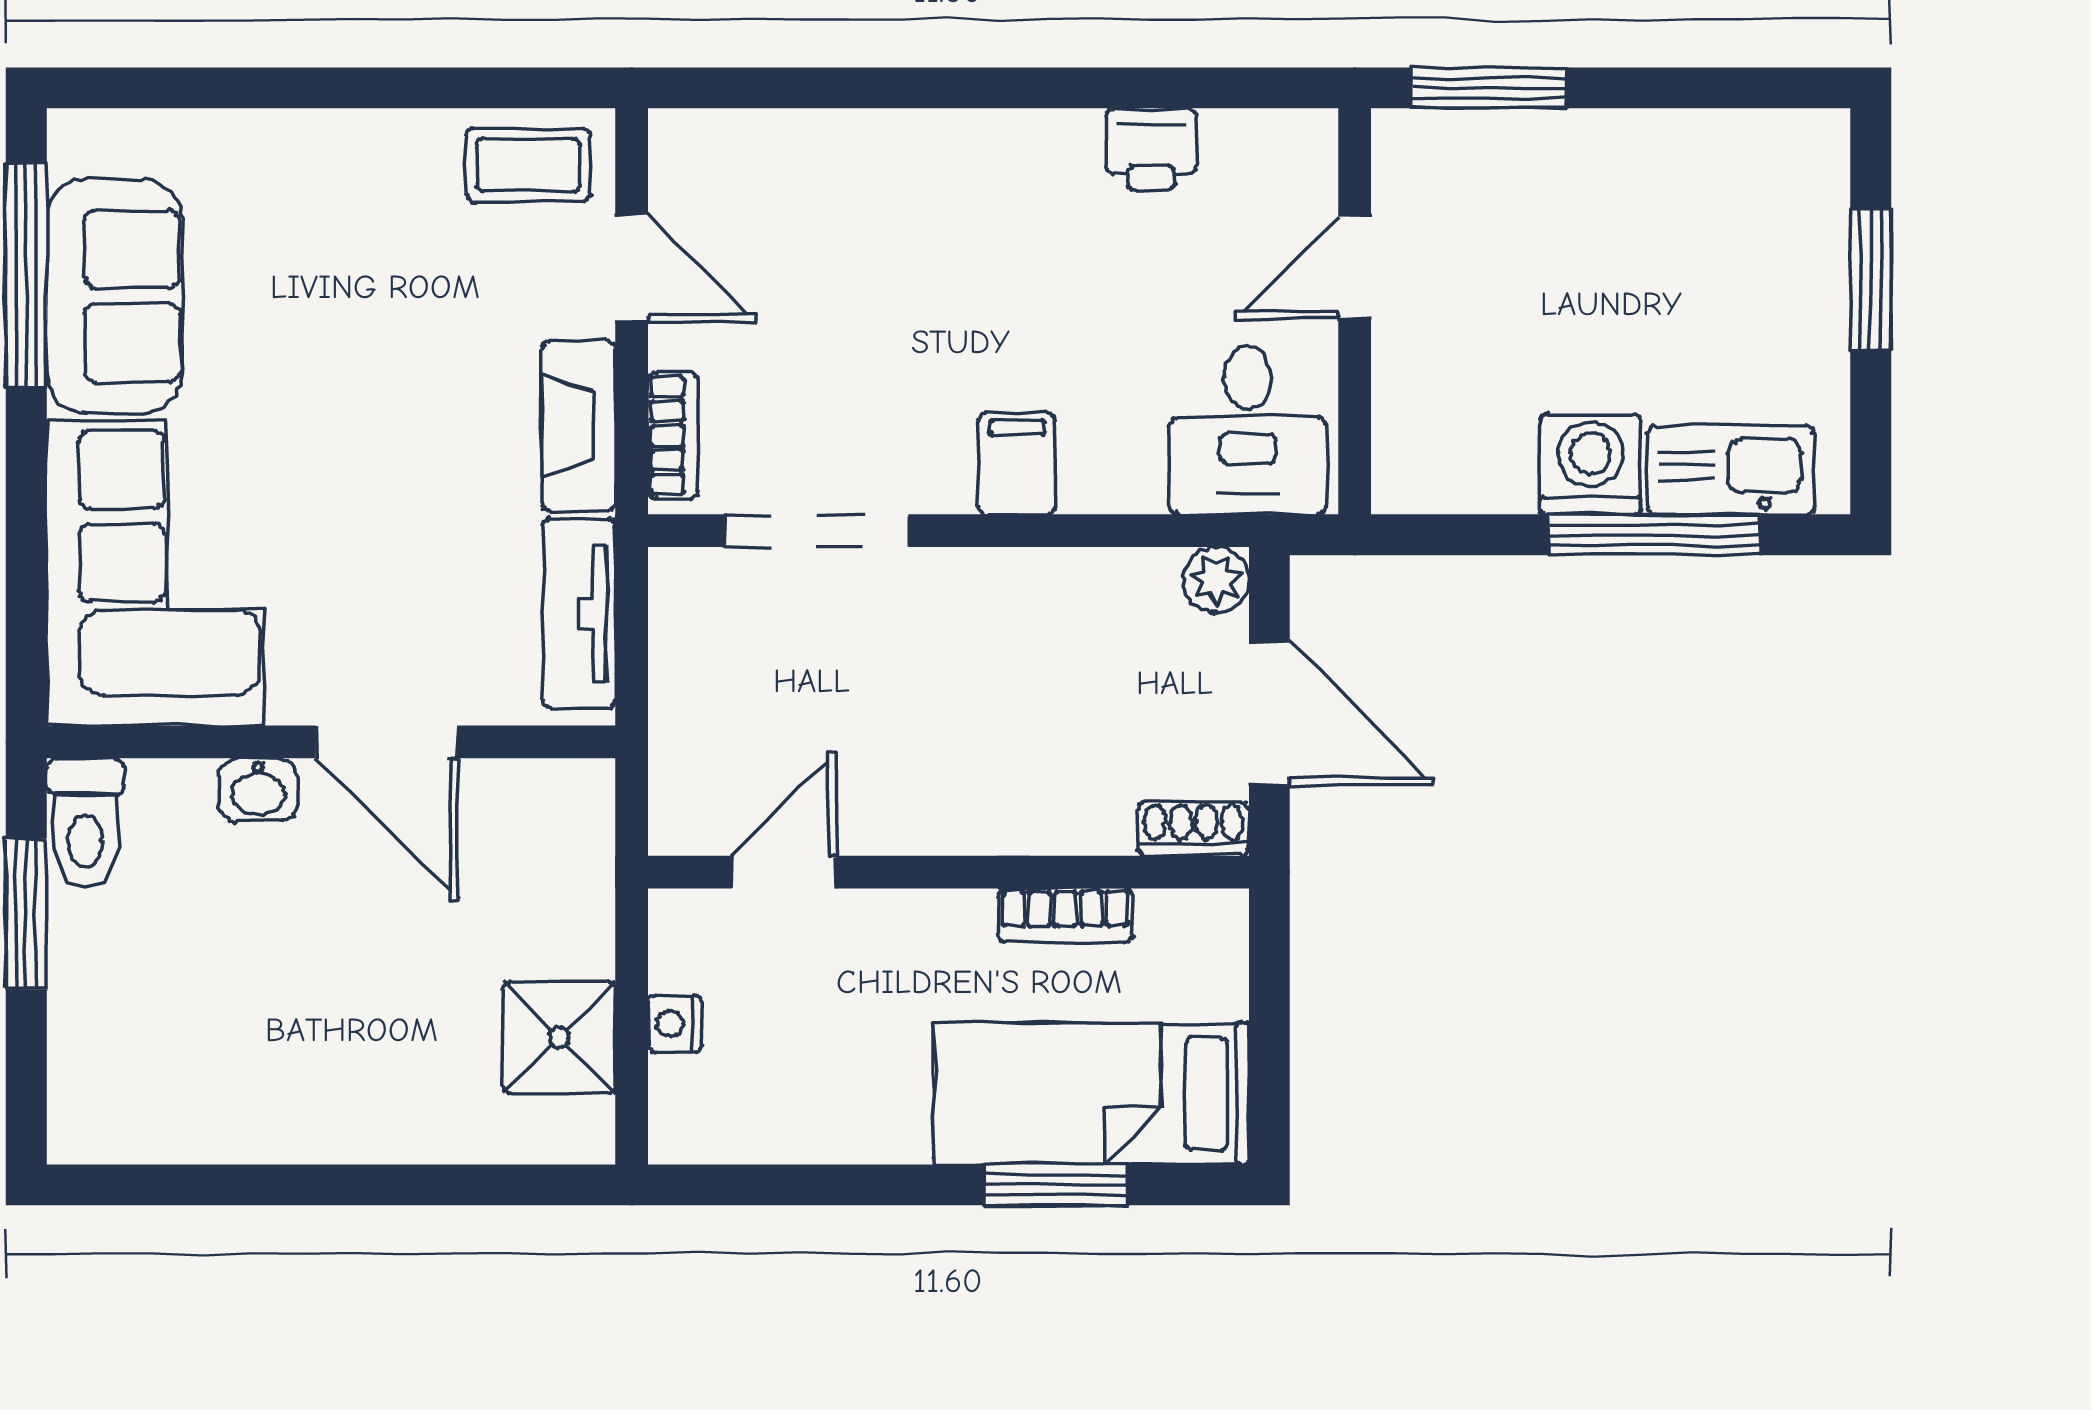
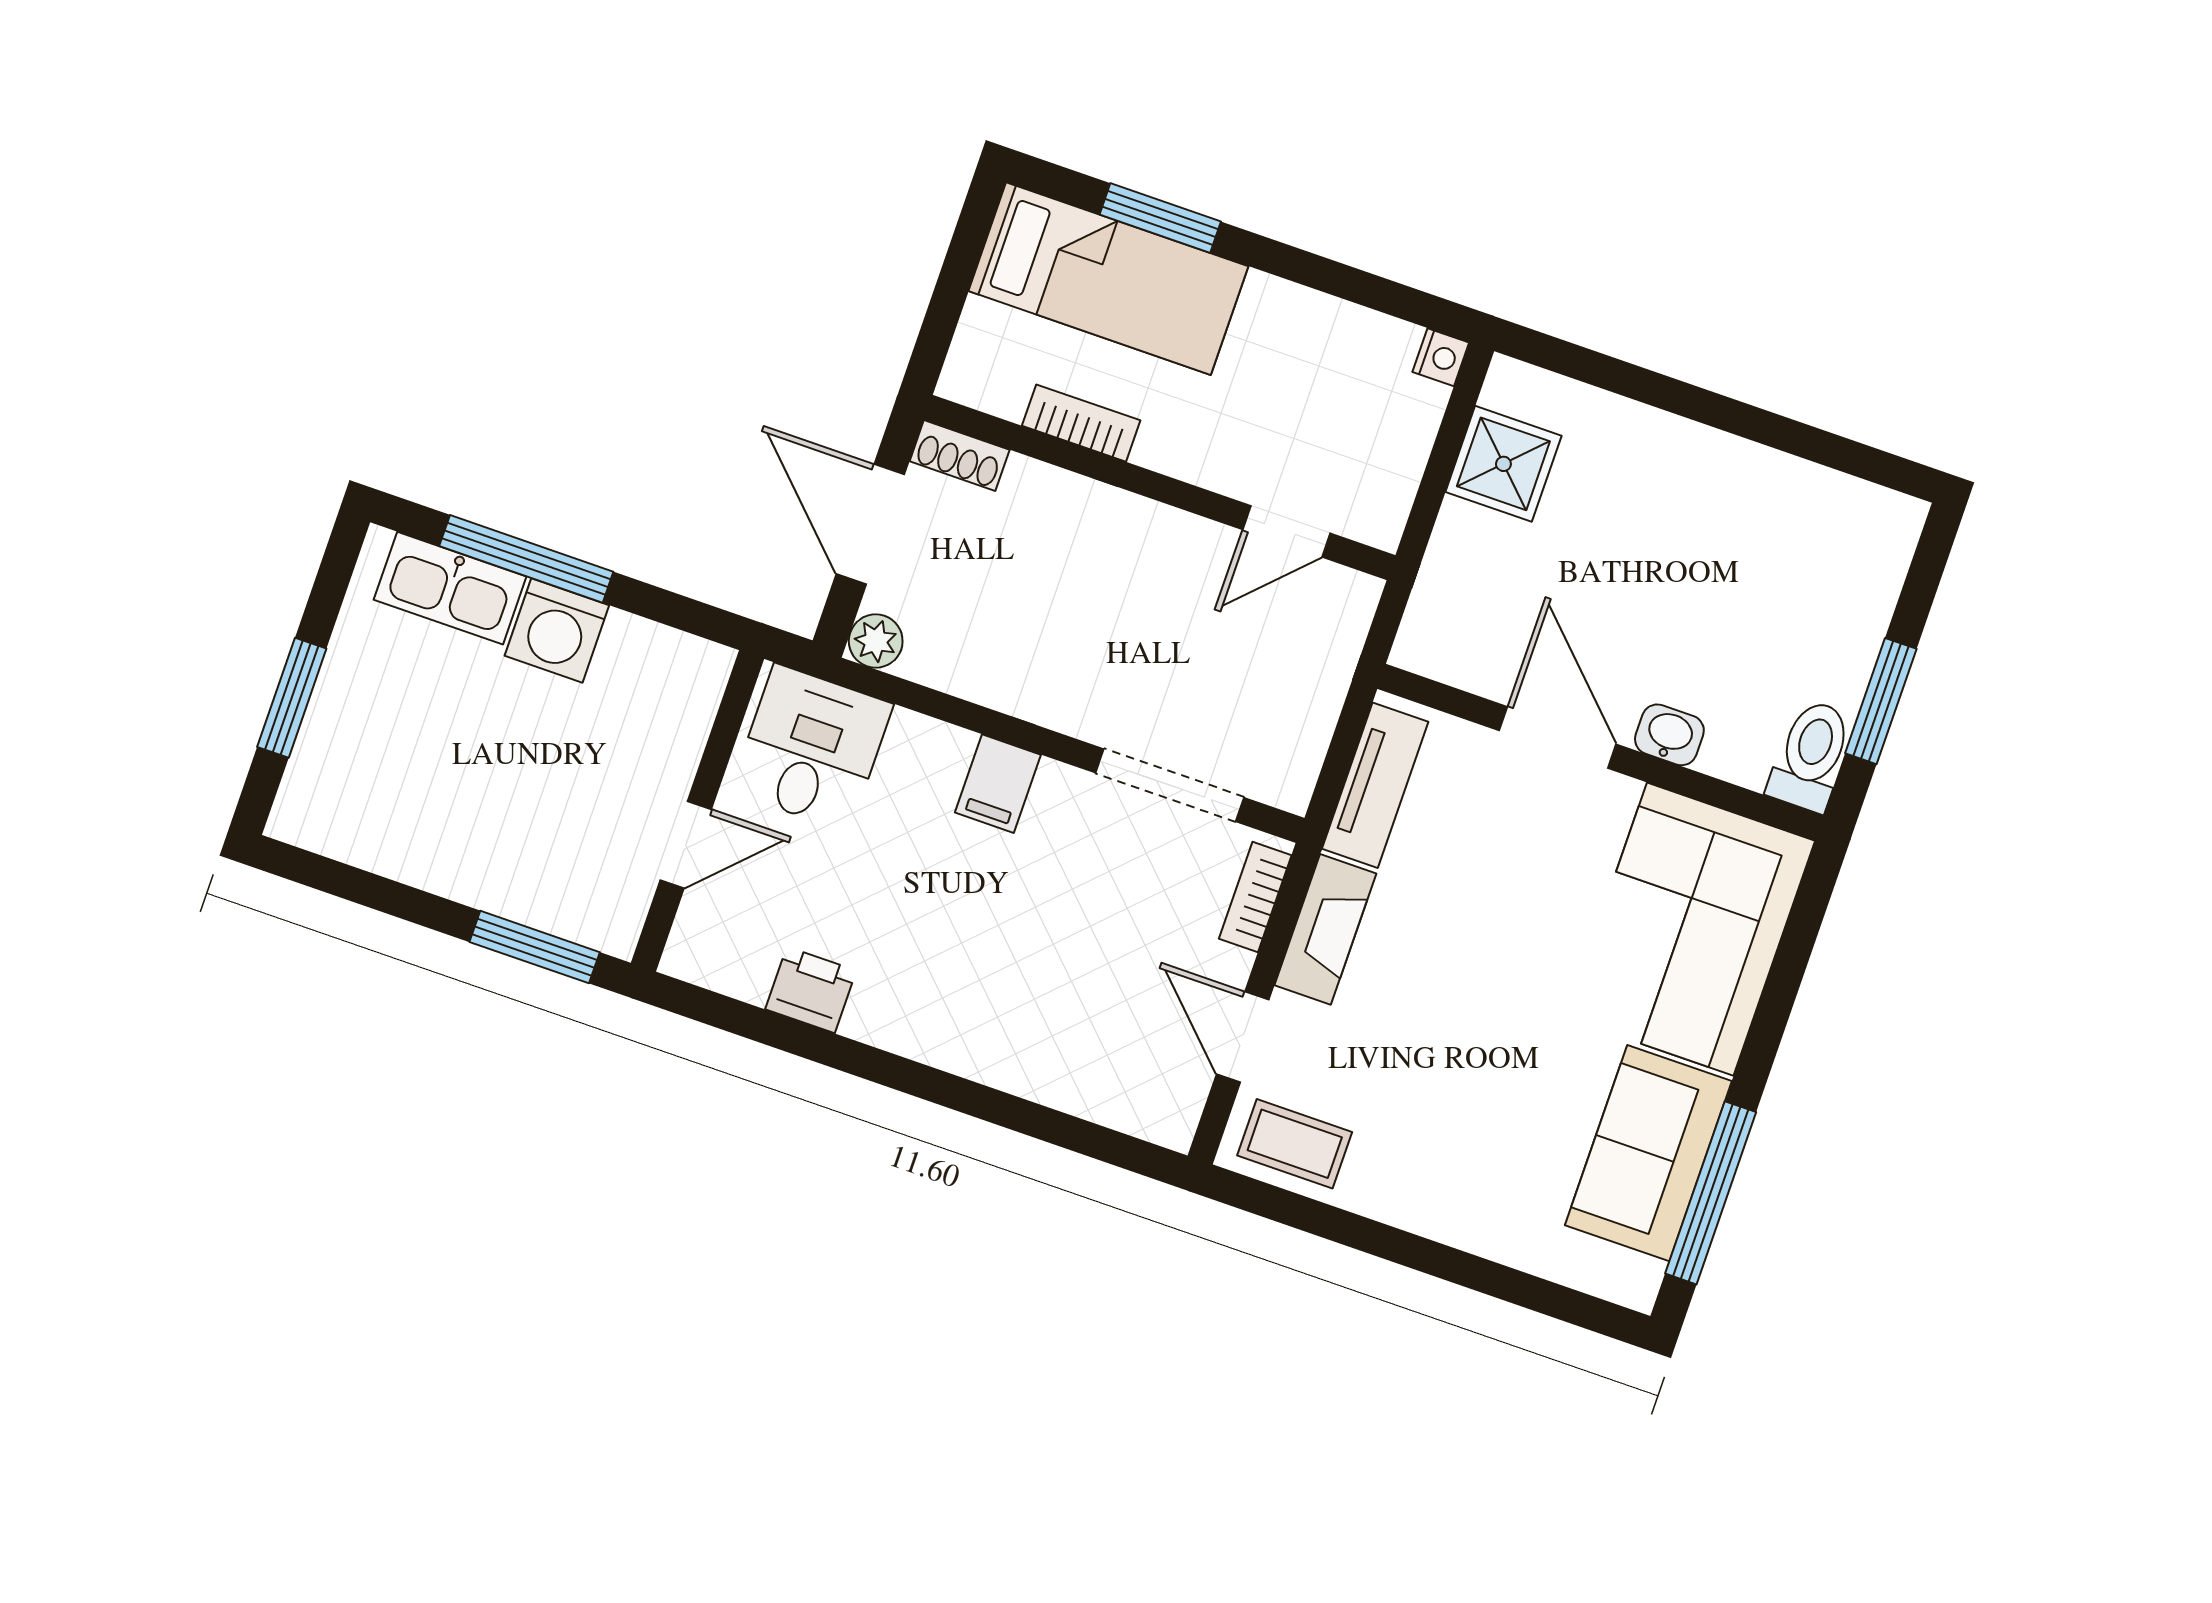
nightstand: (675, 1024) -> (1441, 357), moved

